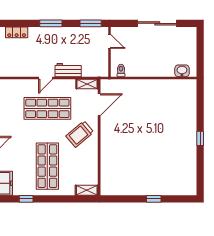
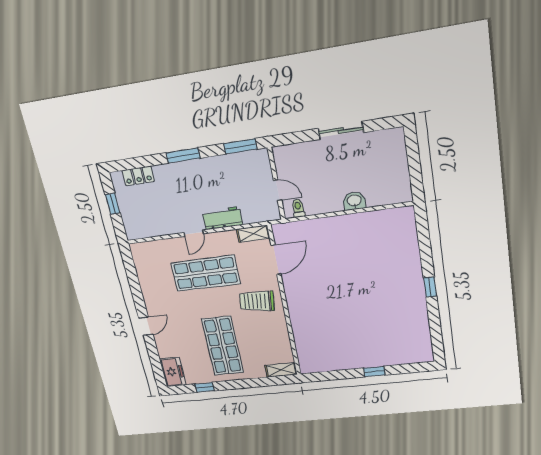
sliding door: (157, 23) -> (341, 130), width x0.73
door: (110, 41) -> (278, 190), moved
washbasin: (182, 71) -> (354, 201), moved
trolley: (80, 134) -> (257, 301), turned 46

